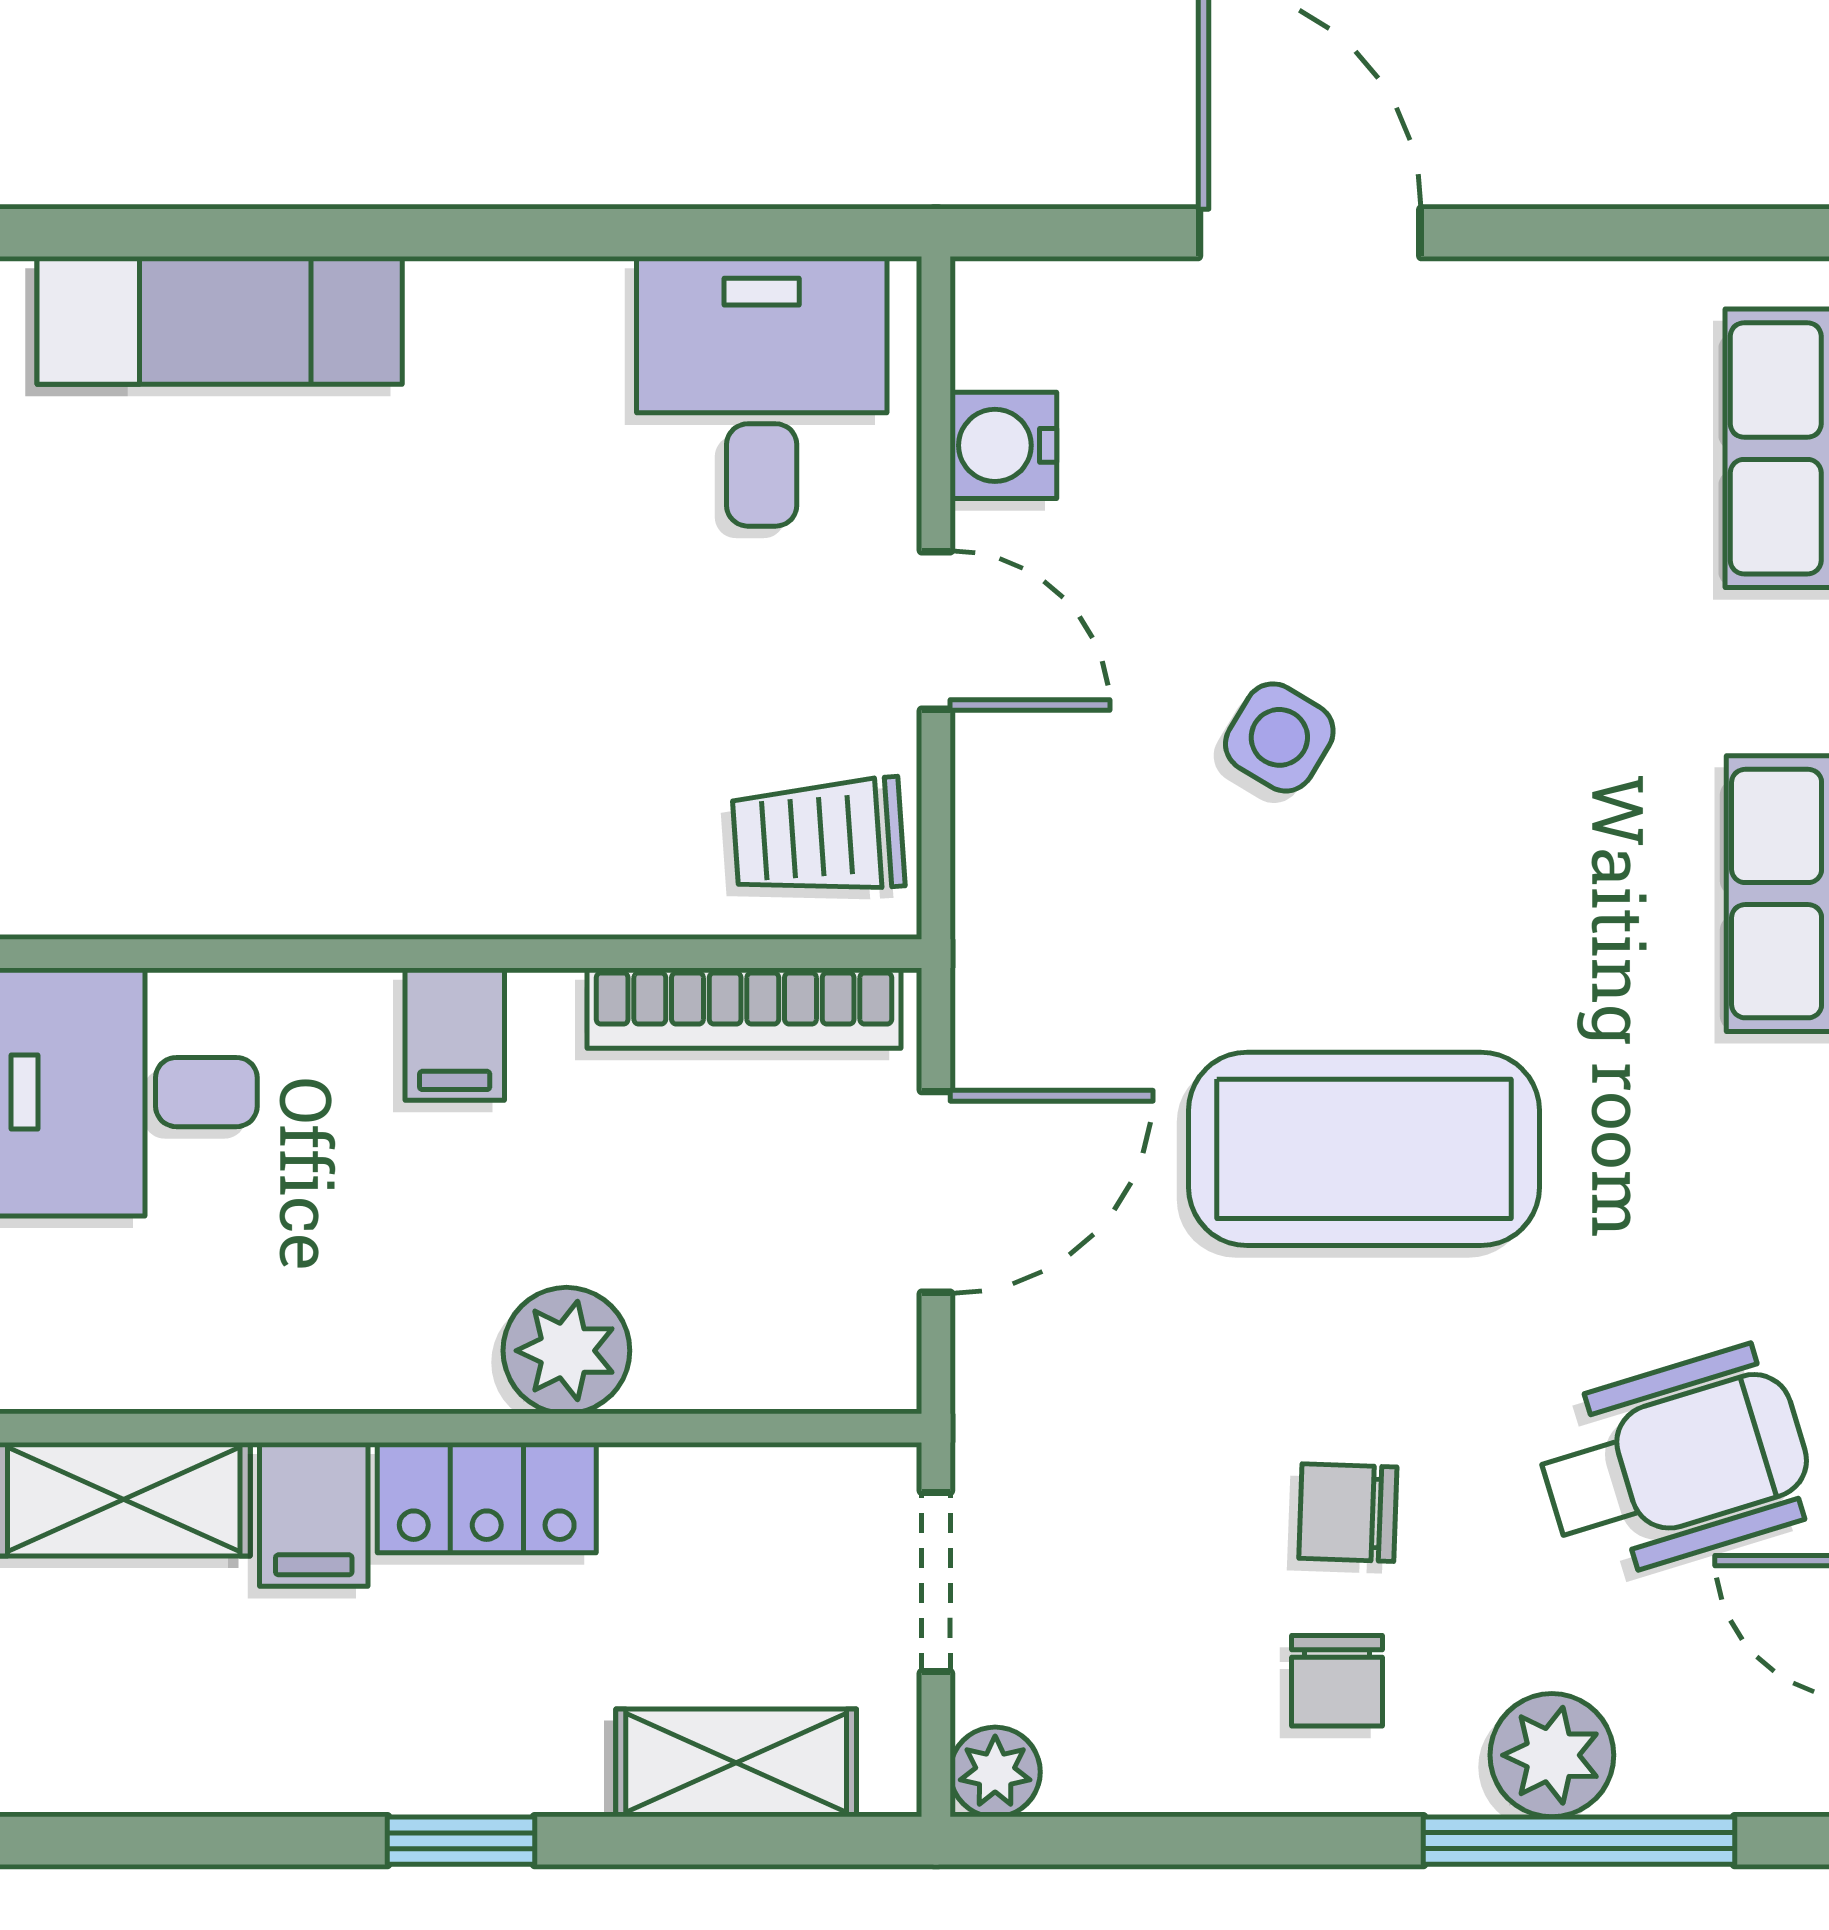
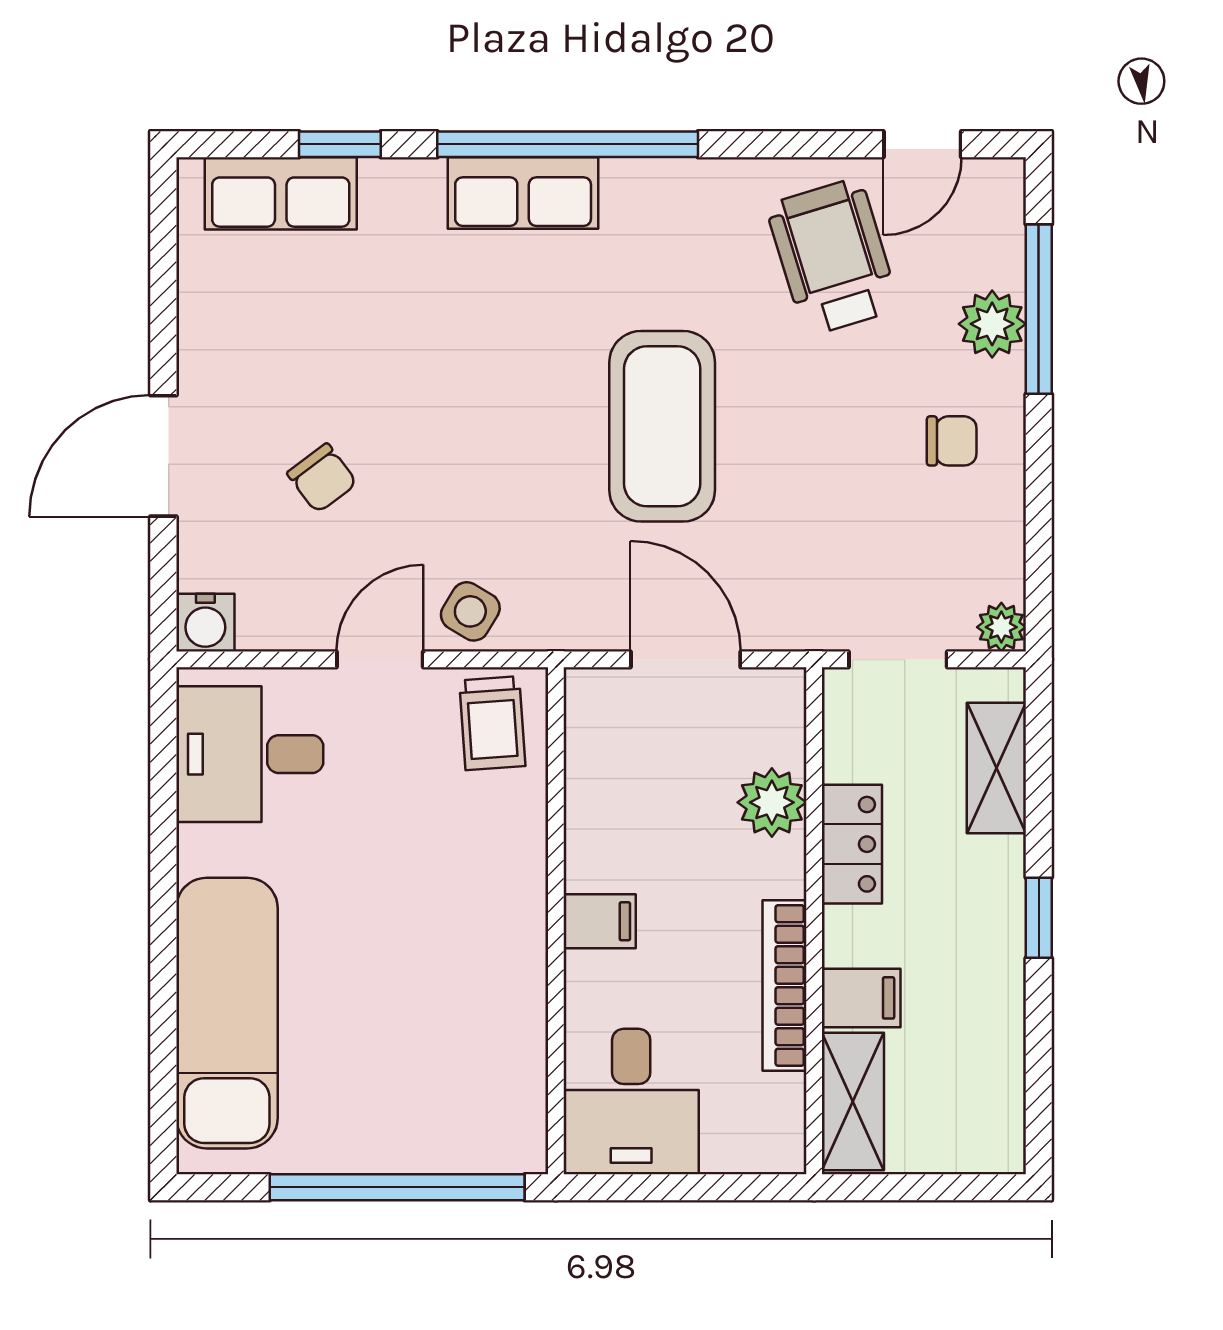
exam couch: (220, 320) -> (227, 1013), width x1.36, depth x1.45
water cooler: (1003, 445) -> (205, 623), moved
side table: (1279, 737) -> (470, 611), moved
bookcase: (744, 1008) -> (784, 985), moved, turned 180
plant: (566, 1351) -> (772, 802), moved
locker: (487, 1498) -> (852, 844), moved
chair: (1348, 1513) -> (322, 478), moved, turned -39

